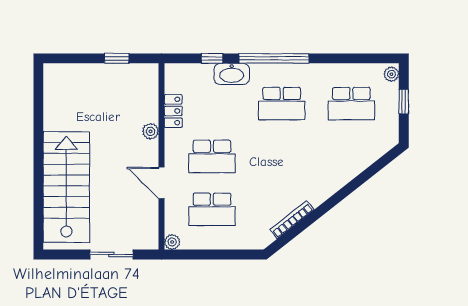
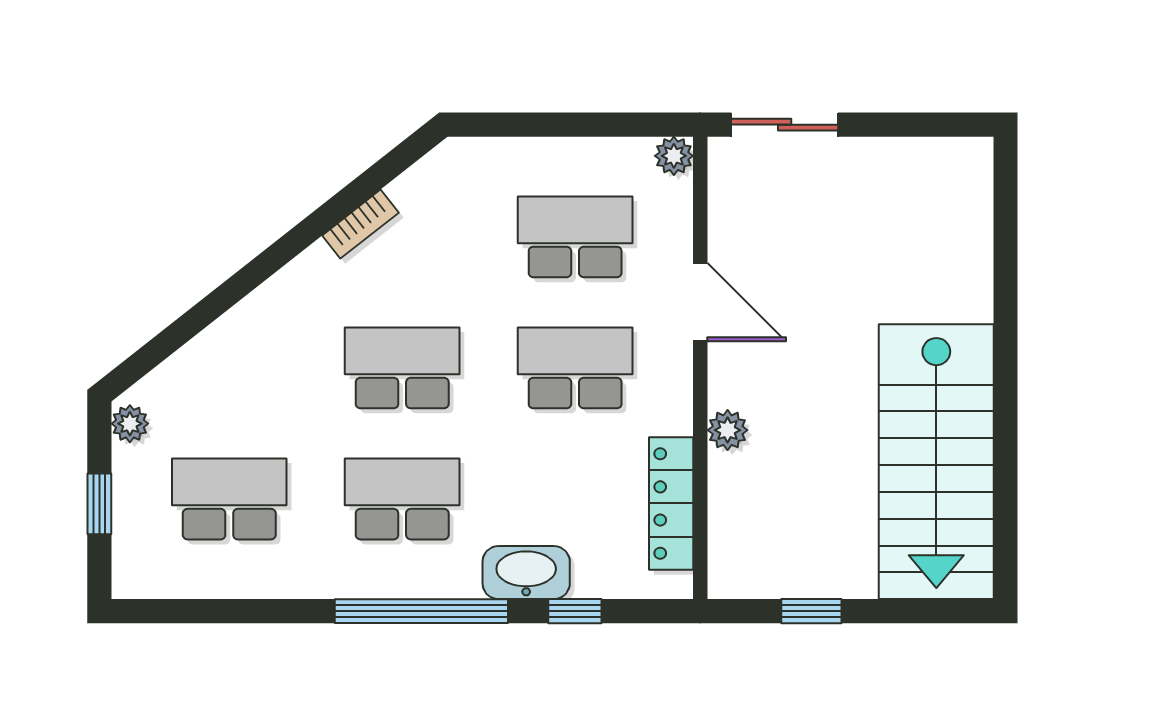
plant: (391, 74) -> (130, 424), moved
locker: (173, 111) -> (671, 503), width x1.53
school desk: (282, 156) -> (402, 368), added
stairs: (66, 187) -> (936, 462), moved
bookcase: (292, 220) -> (360, 224), width x0.64
sliding door: (111, 255) -> (785, 125), moved

